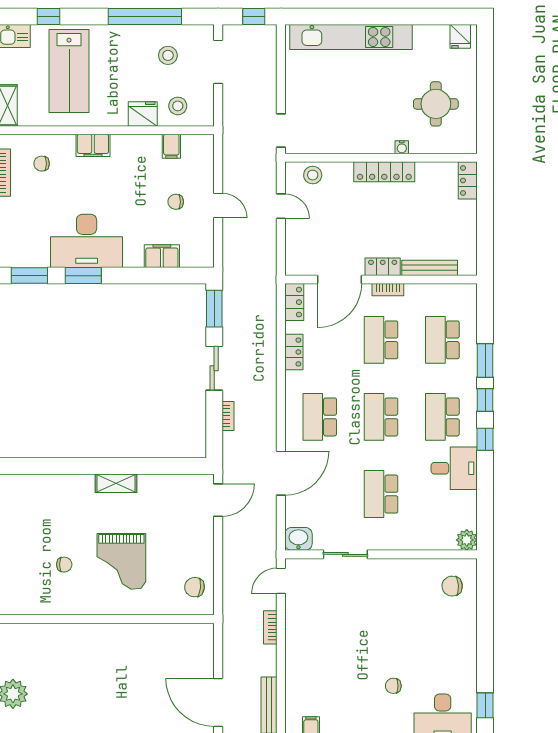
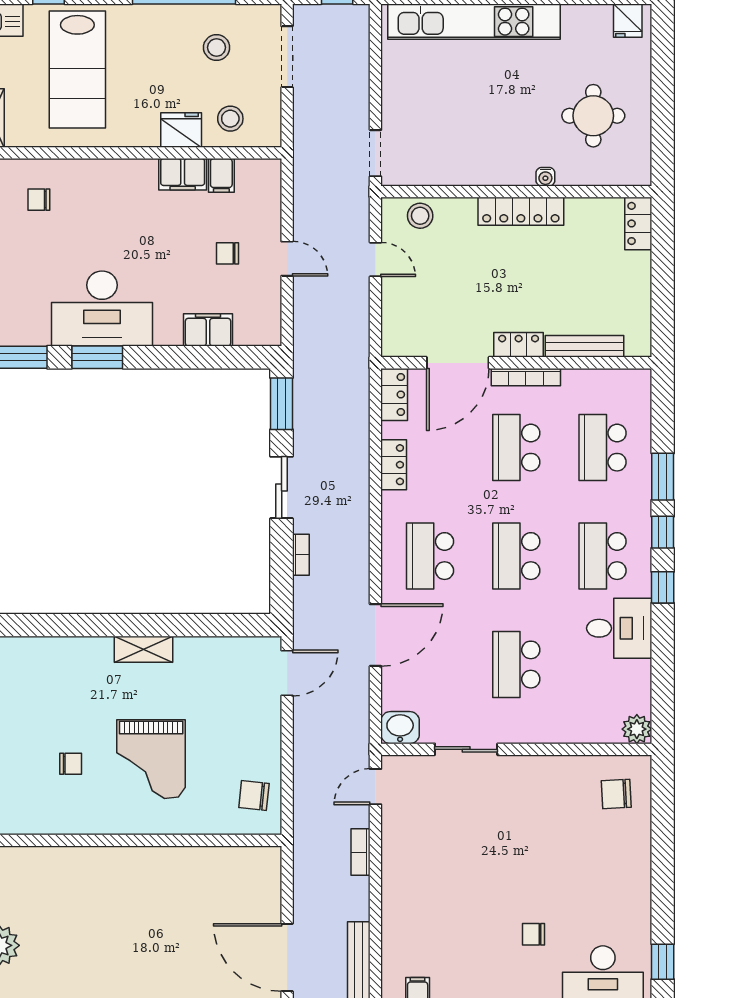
filing cabinet: (93, 145) -> (183, 174), moved
bookcase: (388, 290) -> (526, 377), width x1.56

